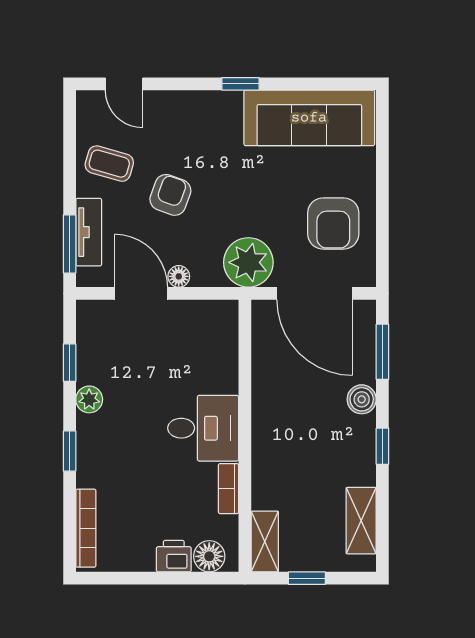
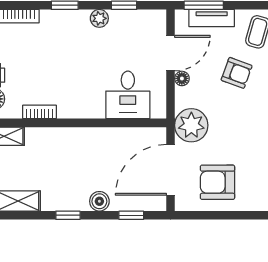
window: (382, 352) -> (131, 215), width x0.67
desk: (203, 428) -> (128, 95), moved

